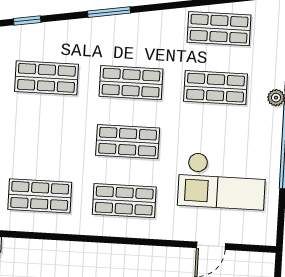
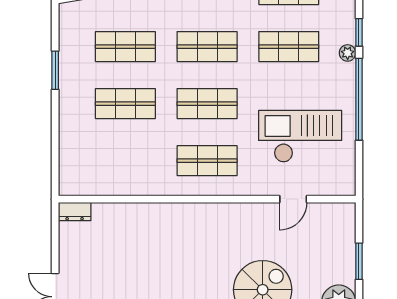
checkout: (222, 181) -> (300, 136), turned 180
shop shelf: (40, 196) -> (125, 104), moved

